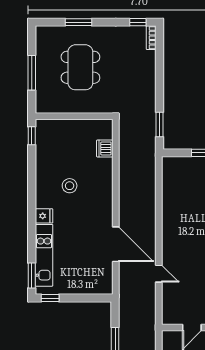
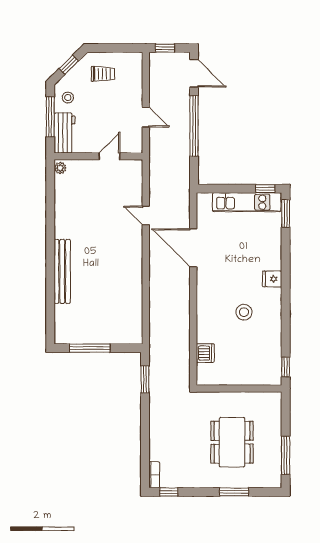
window: (32, 73) -> (286, 455), moved
kitchen unit: (44, 255) -> (247, 202), moved, turned -90

